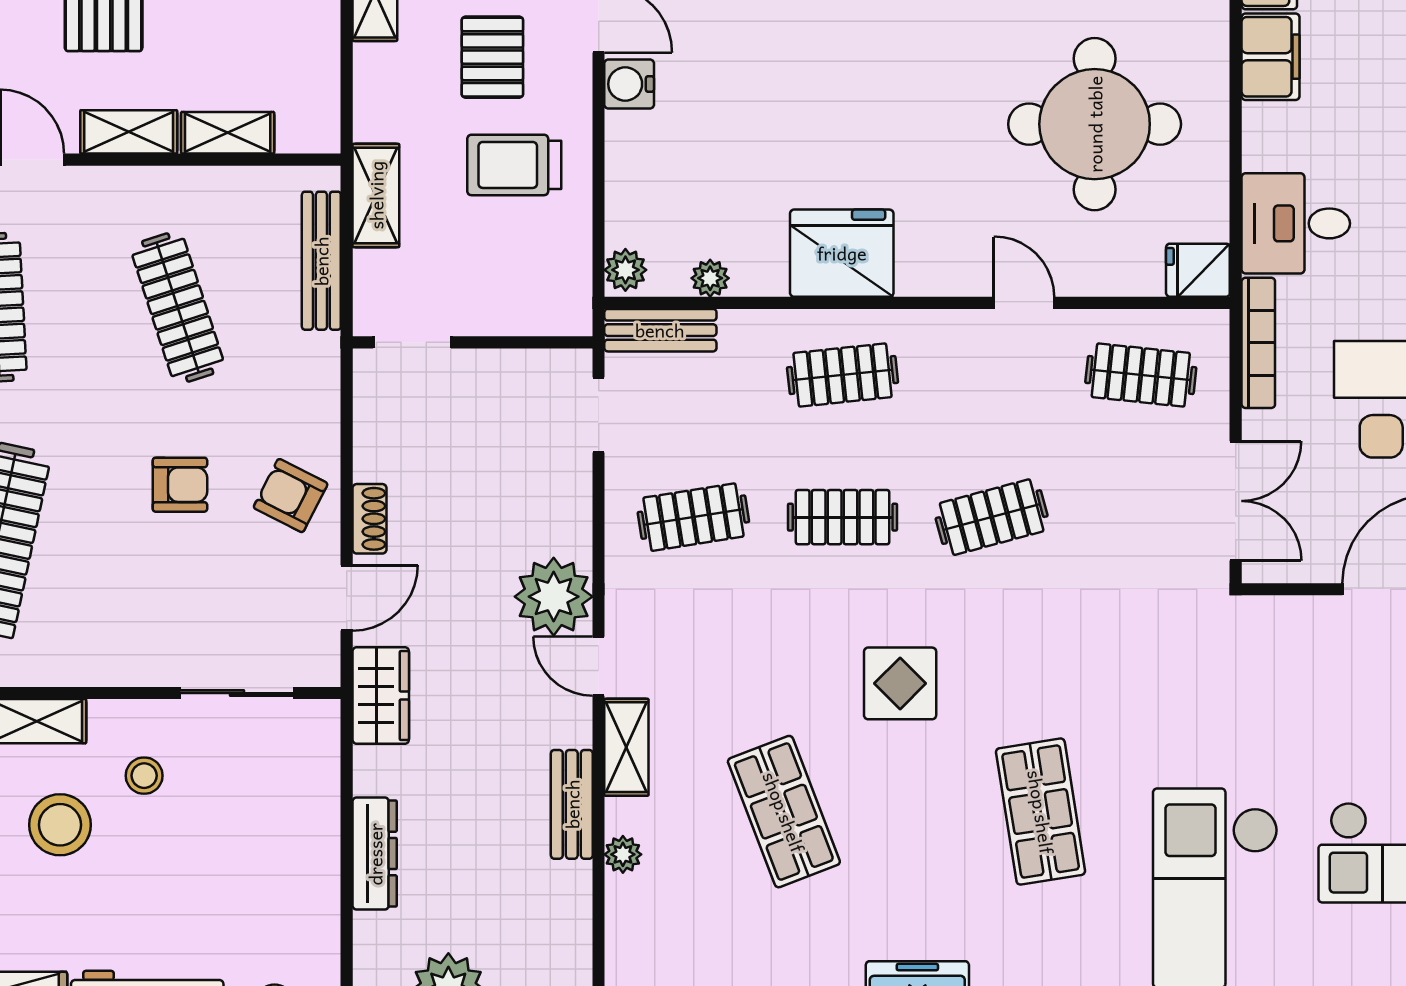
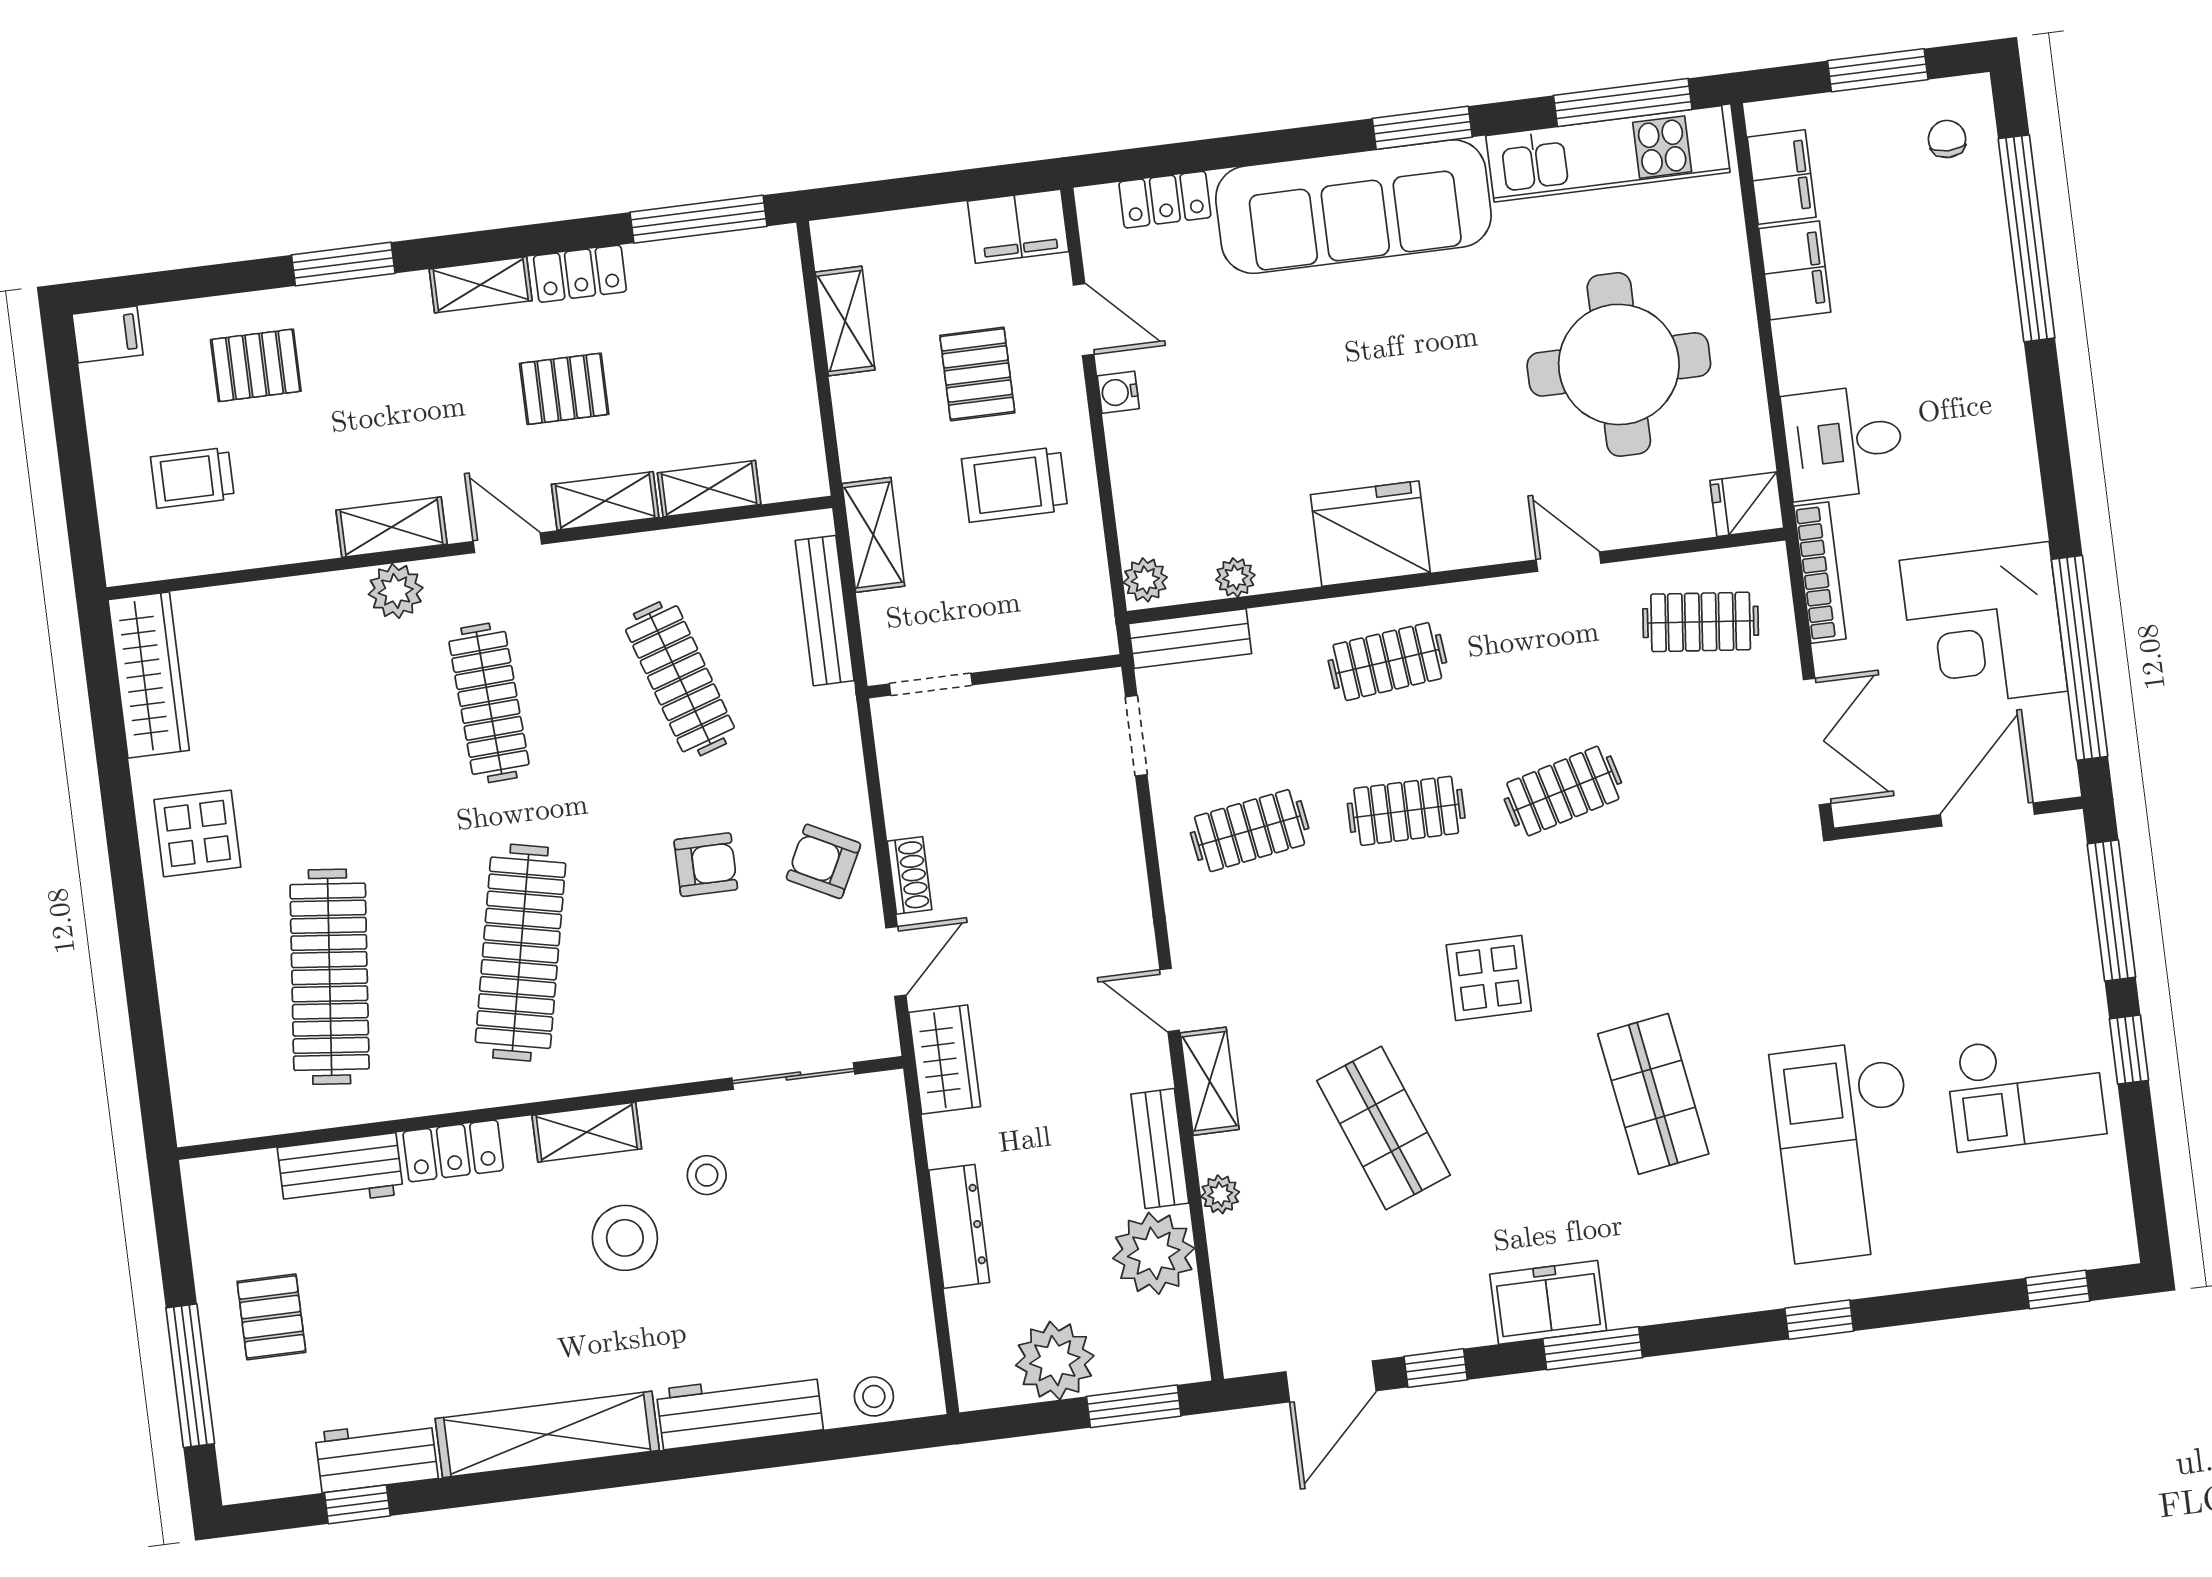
water cooler: (629, 84) -> (1118, 392), width x0.72, depth x0.72
plant: (554, 597) -> (1154, 1253), moved

